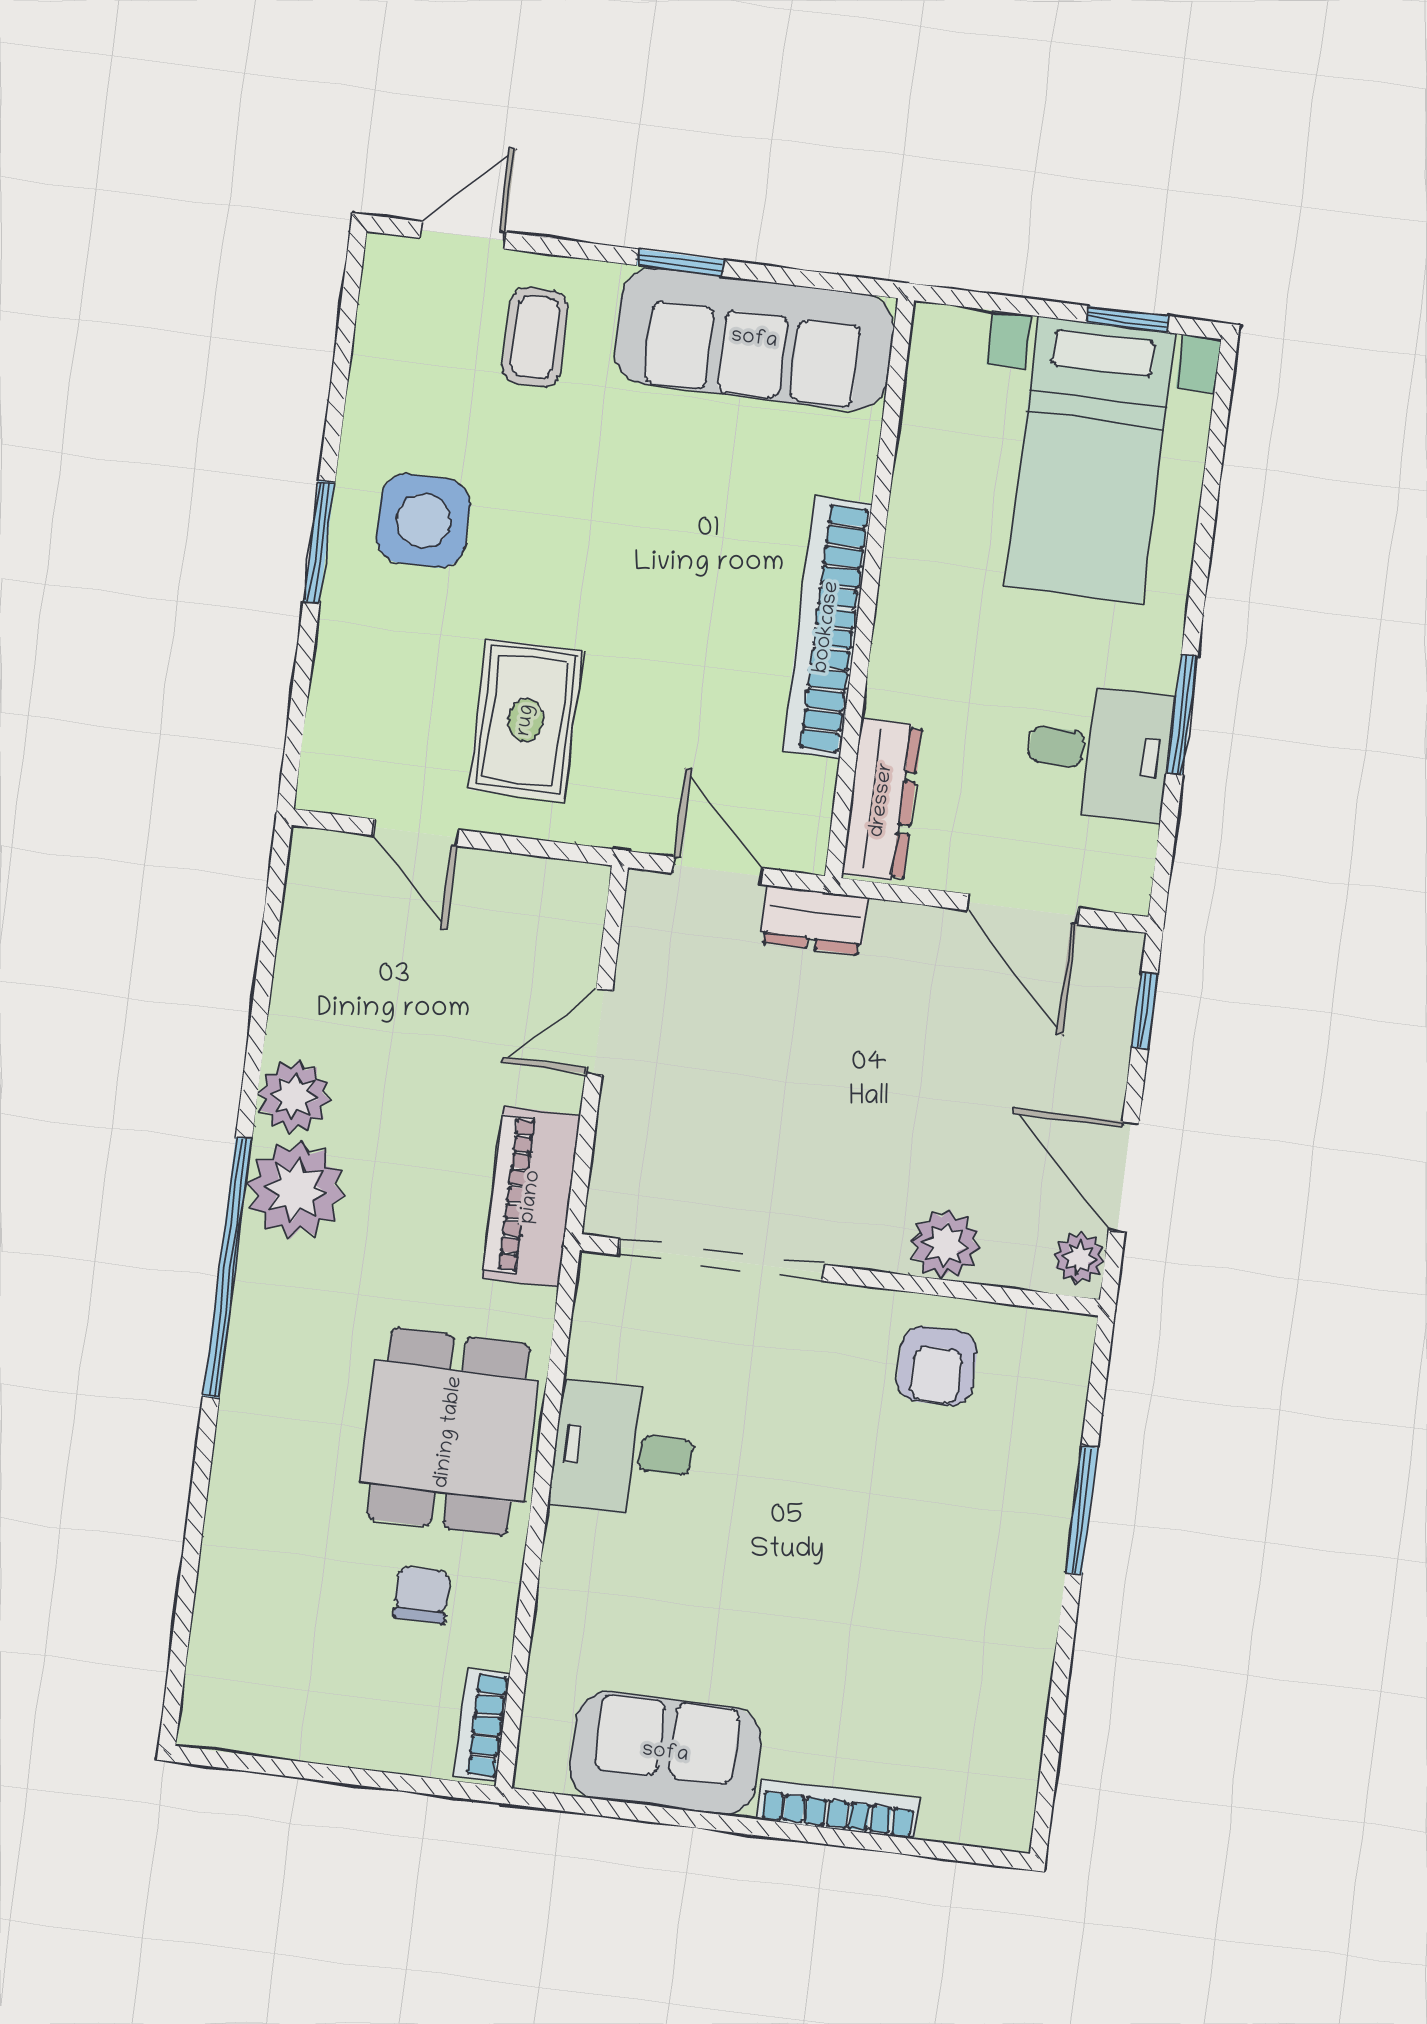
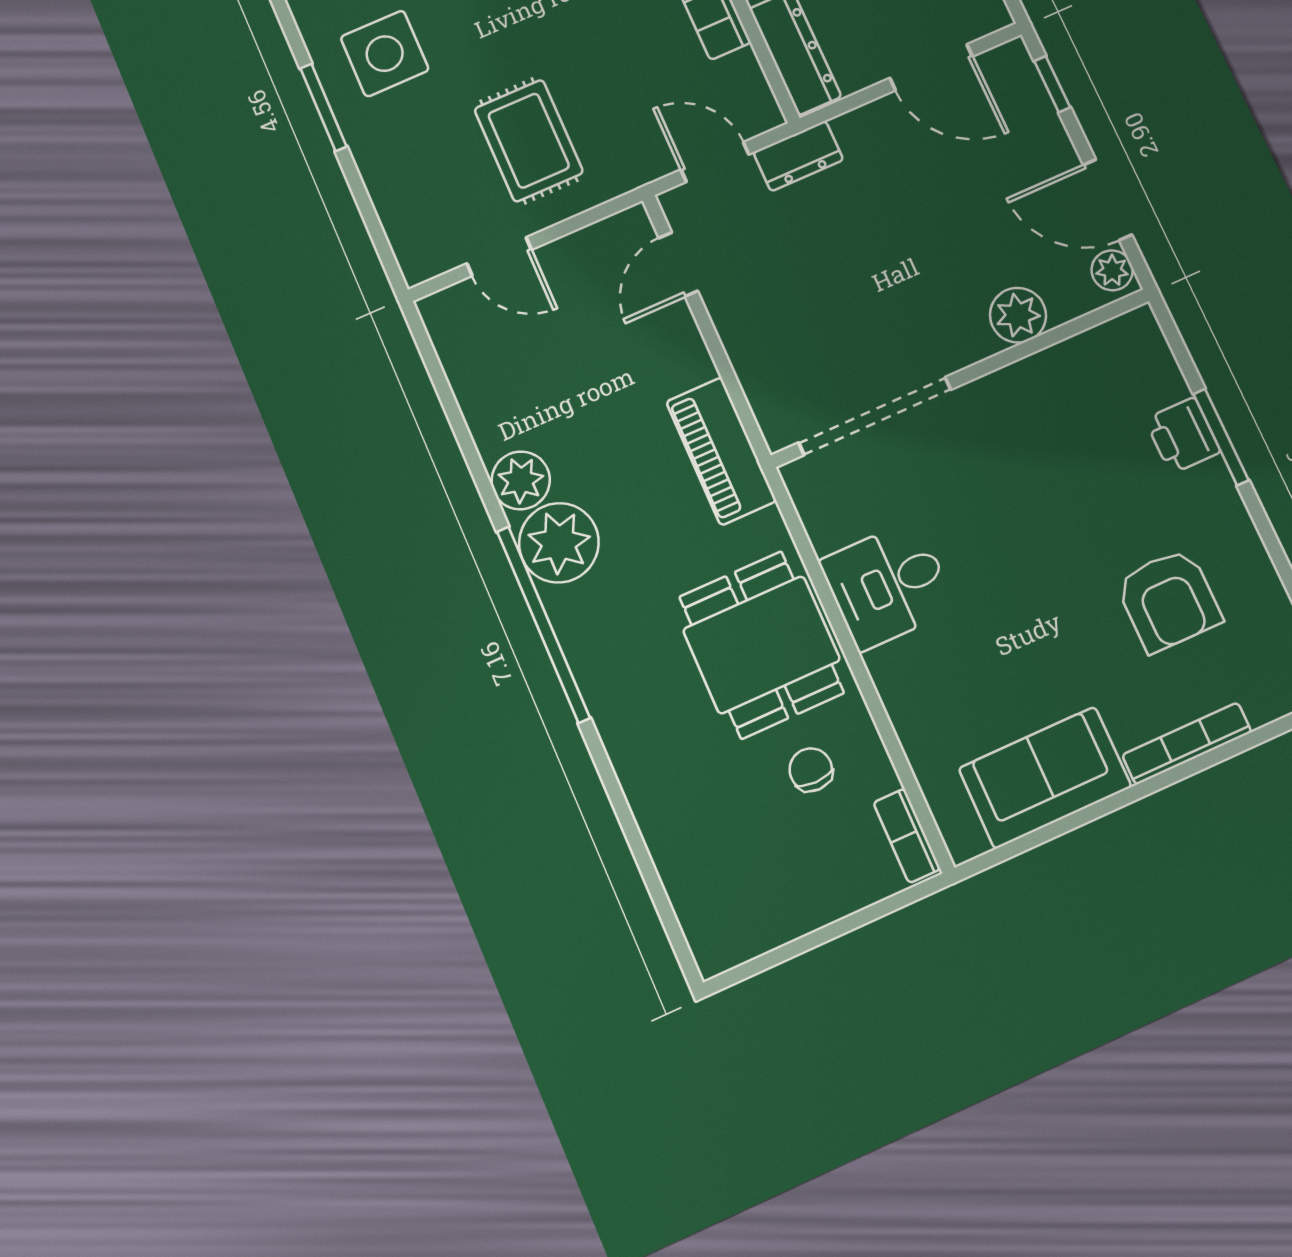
door: (599, 1032) -> (678, 264), moved
armchair: (937, 1366) -> (1169, 600), moved, width x1.38, depth x1.38
printer: (1041, 1483) -> (1183, 436), added

